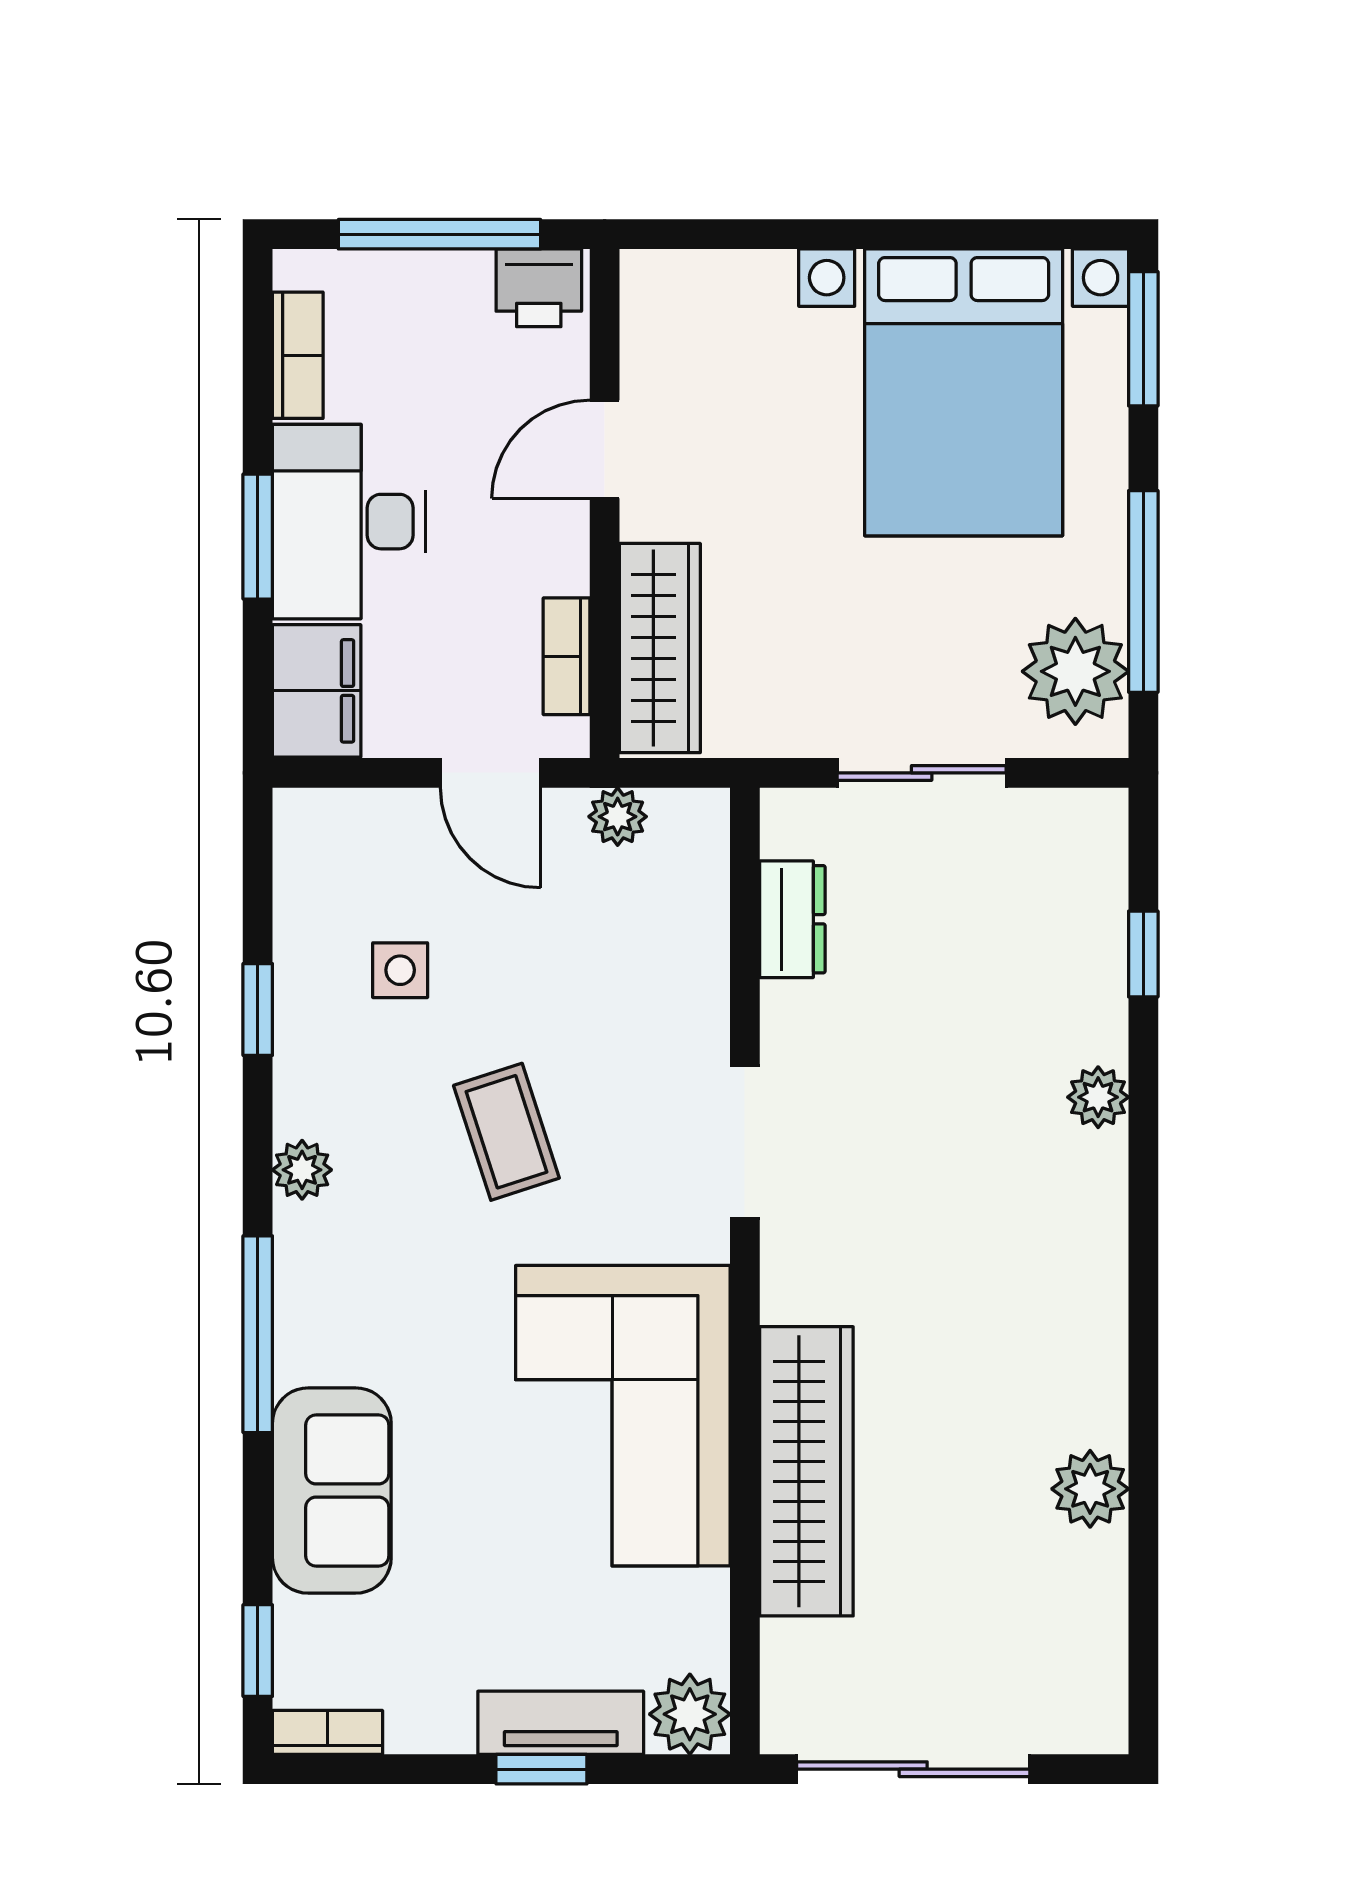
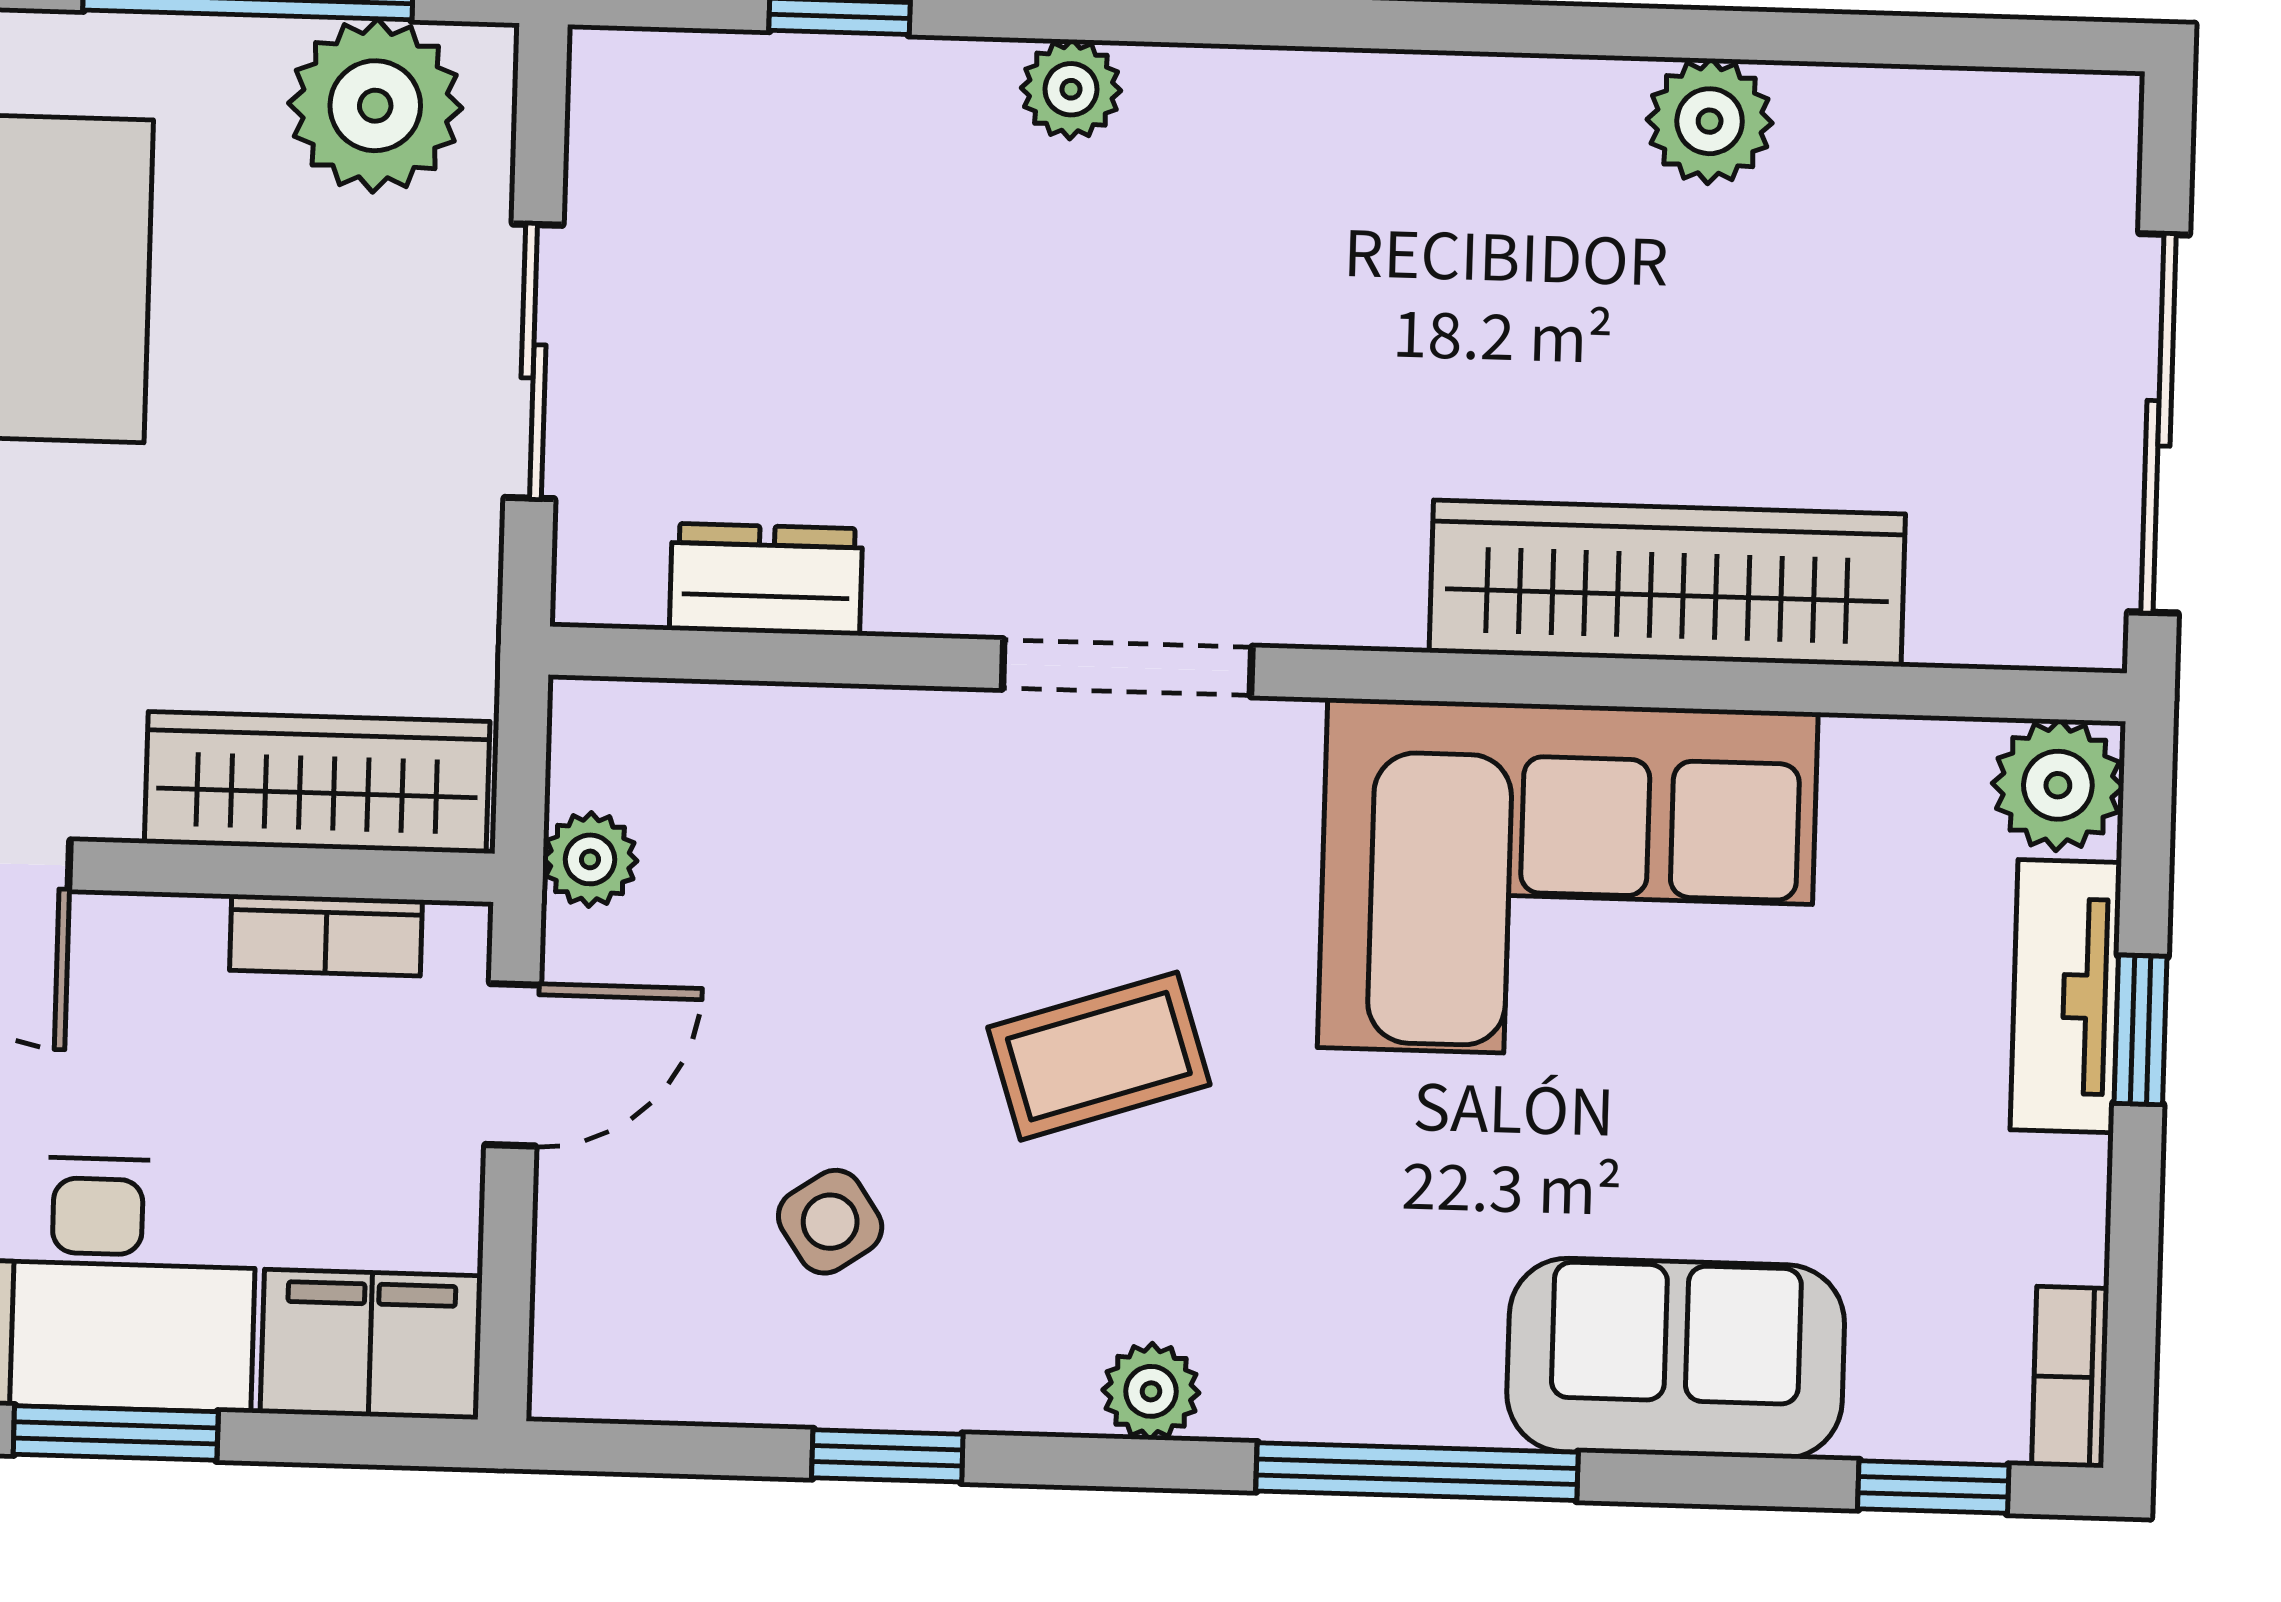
side table: (400, 970) -> (830, 1222), turned -34

